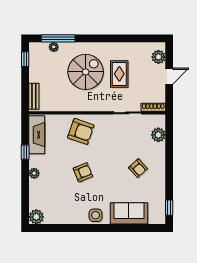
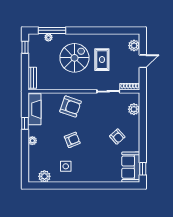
sofa: (129, 213) -> (131, 167), moved, turned -90
side table: (96, 215) -> (66, 166), moved
plant: (36, 217) -> (44, 176), moved

